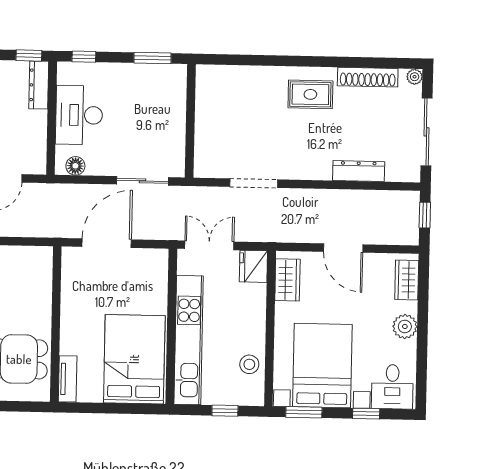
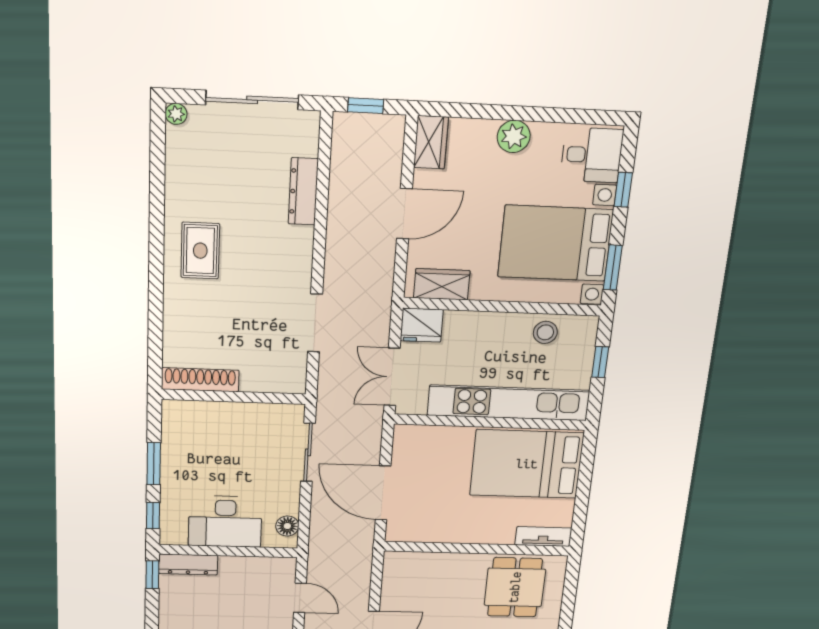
window: (152, 58) -> (154, 464), moved
shoe rack: (368, 77) -> (200, 380), moved, turned -90
wardrobe: (407, 280) -> (431, 142), moved, turned -90

